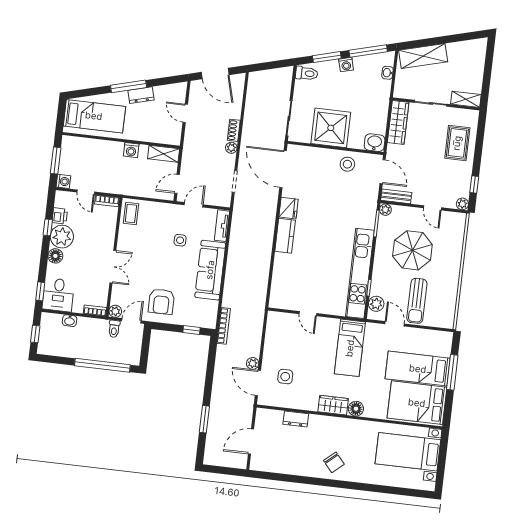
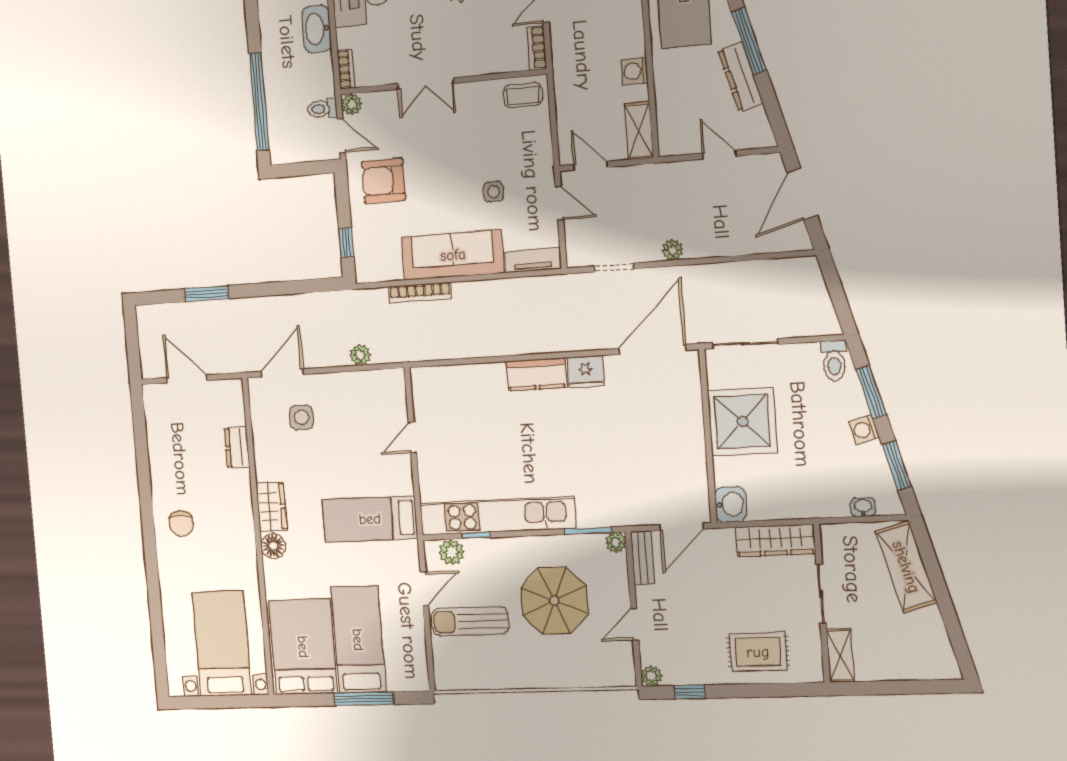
window: (368, 51) -> (897, 466), width x0.69
dresser: (141, 95) -> (740, 77), width x1.44
door: (185, 113) -> (719, 155), hinge flipped
shoe rack: (234, 130) -> (705, 248), removed
stool: (347, 164) -> (683, 462), removed
washbasin: (70, 321) -> (317, 29), width x1.91, depth x1.45
bookcase: (224, 326) -> (420, 293), moved
plant: (253, 363) -> (360, 355), moved
chair: (334, 462) -> (181, 523), turned -49

